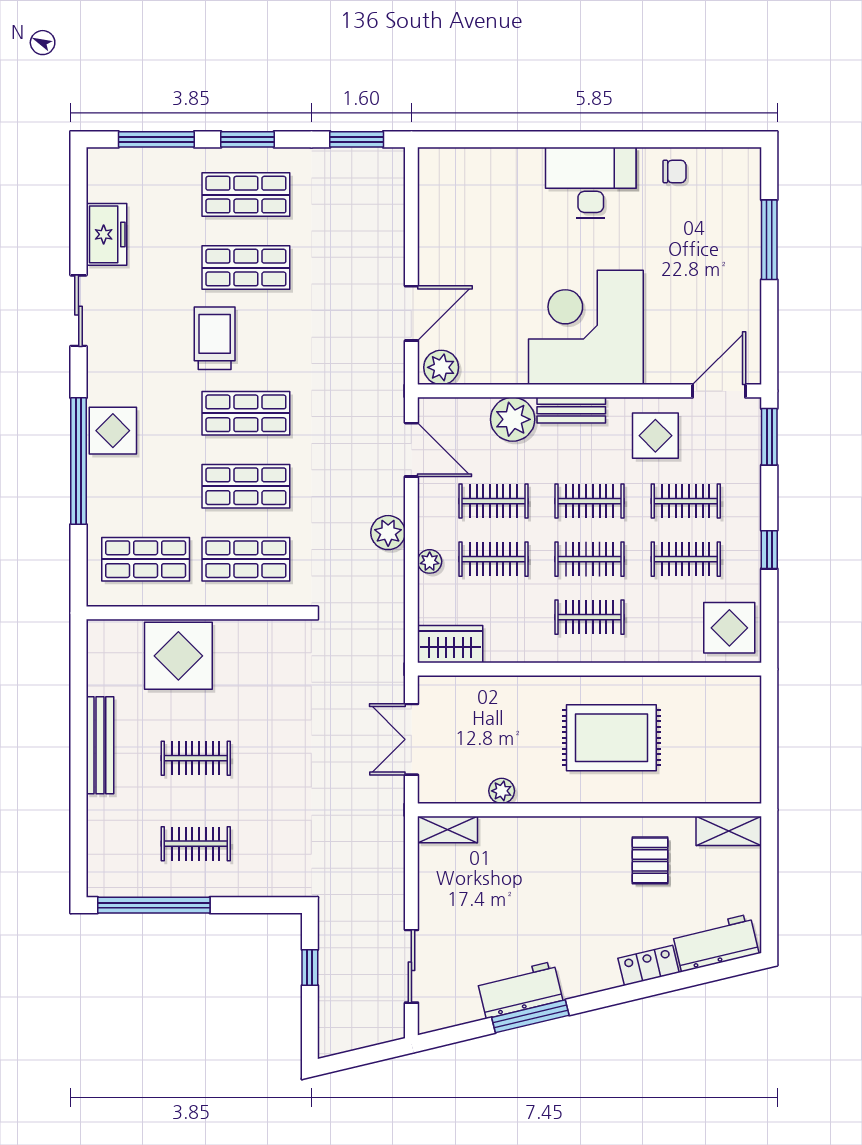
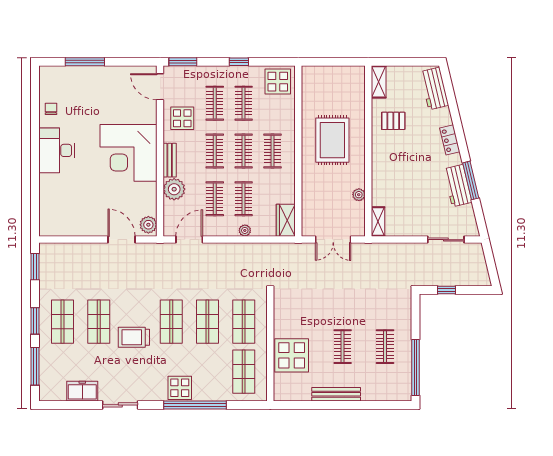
plant: (388, 533) -> (230, 251), removed
locker: (649, 965) -> (450, 140), moved

